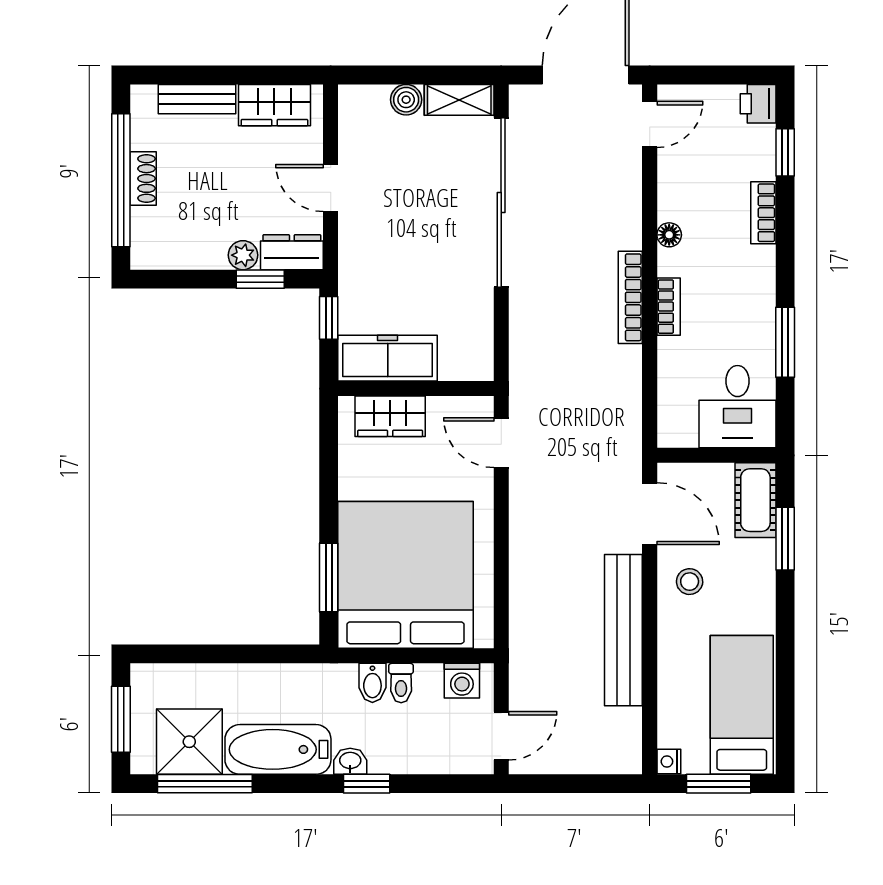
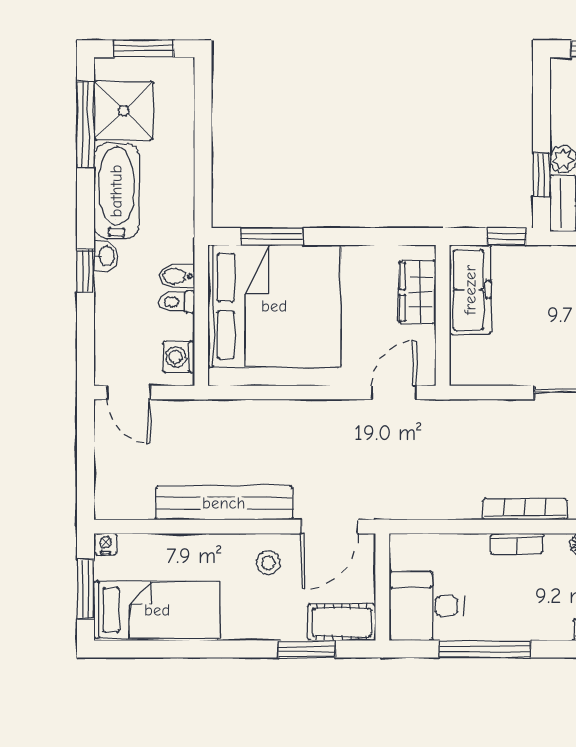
window: (785, 342) -> (485, 649), width x1.44

